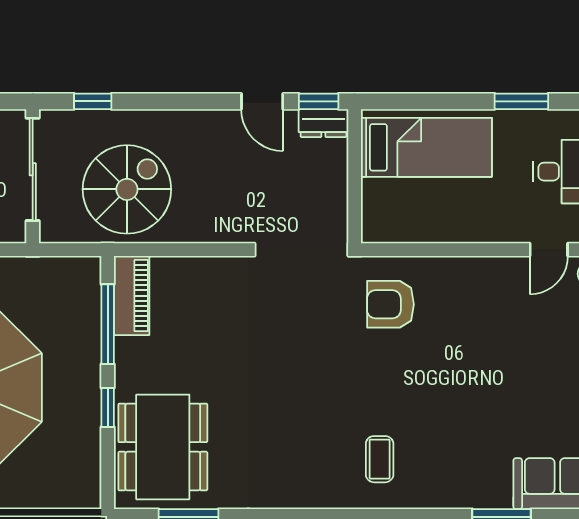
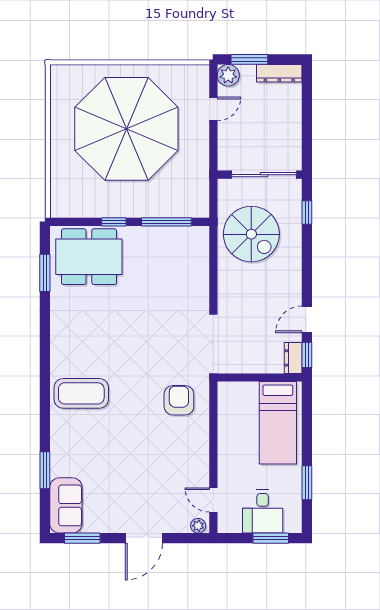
piano: (132, 296) -> (184, 237), removed
coffee table: (380, 459) -> (81, 393), width x1.86, depth x1.72

